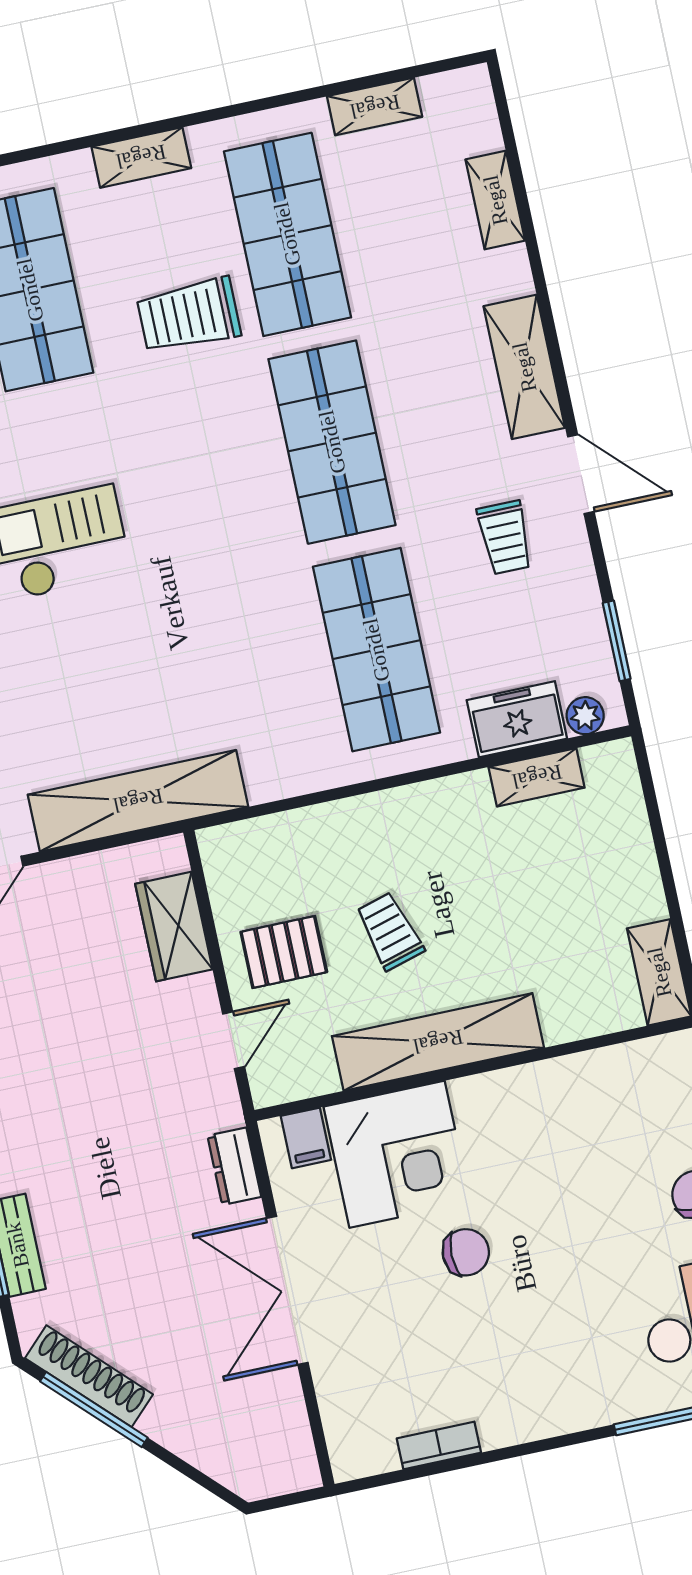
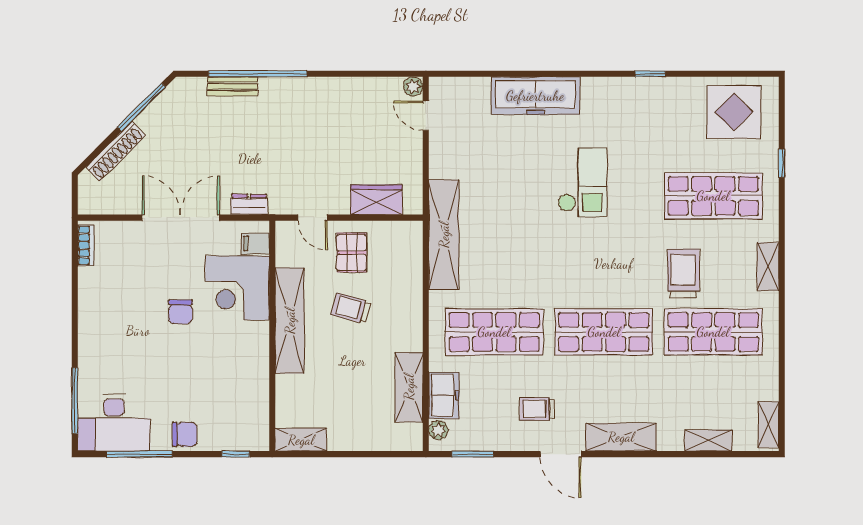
shelving: (375, 107) -> (768, 425), moved
door: (581, 474) -> (561, 454), hinge flipped
shelving: (537, 777) -> (409, 387), width x1.50, depth x1.33
shelving: (138, 801) -> (444, 235), moved
trolley: (390, 931) -> (351, 308), turned -149
shoe rack: (89, 1376) -> (116, 151), moved
bookcase: (439, 1445) -> (86, 245), moved

